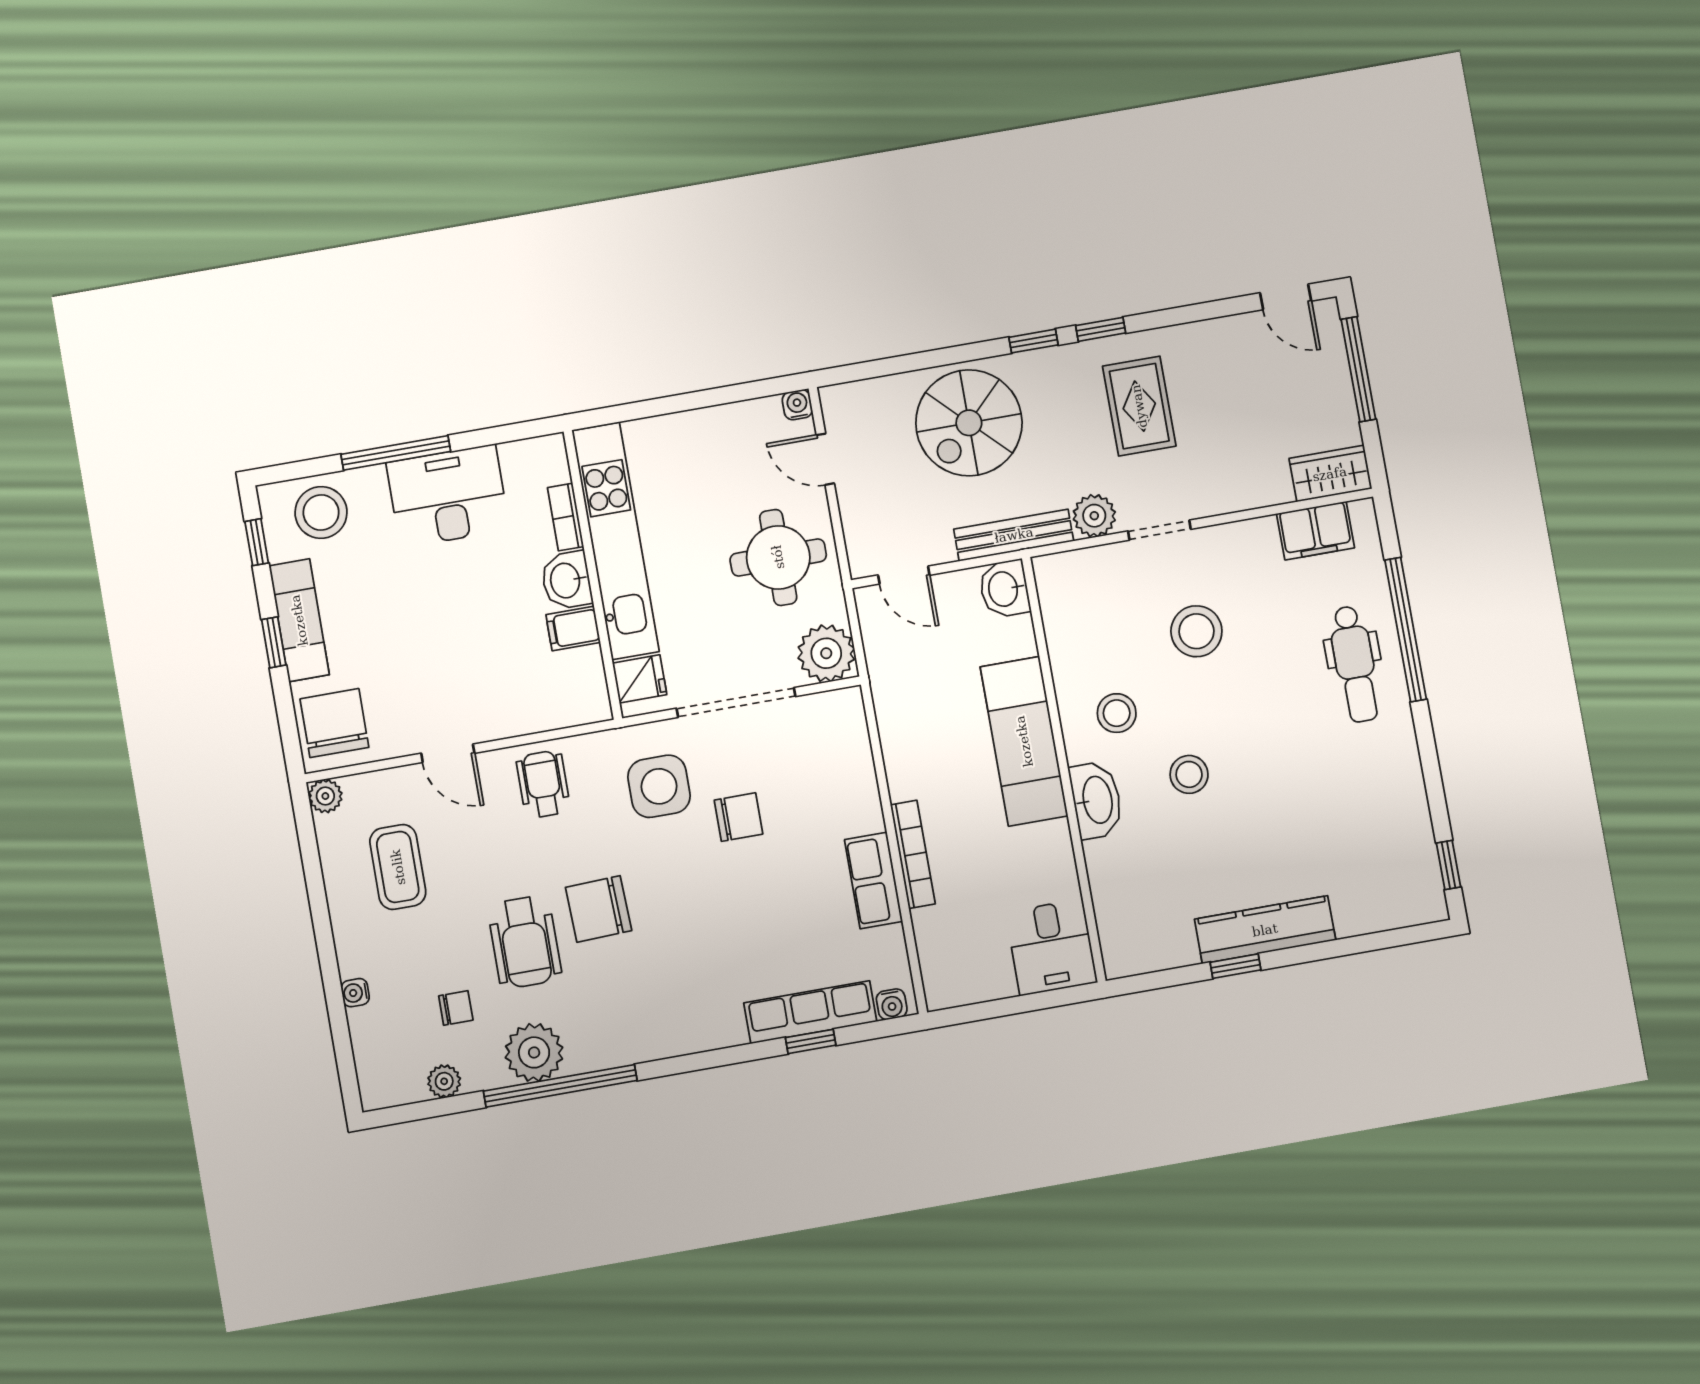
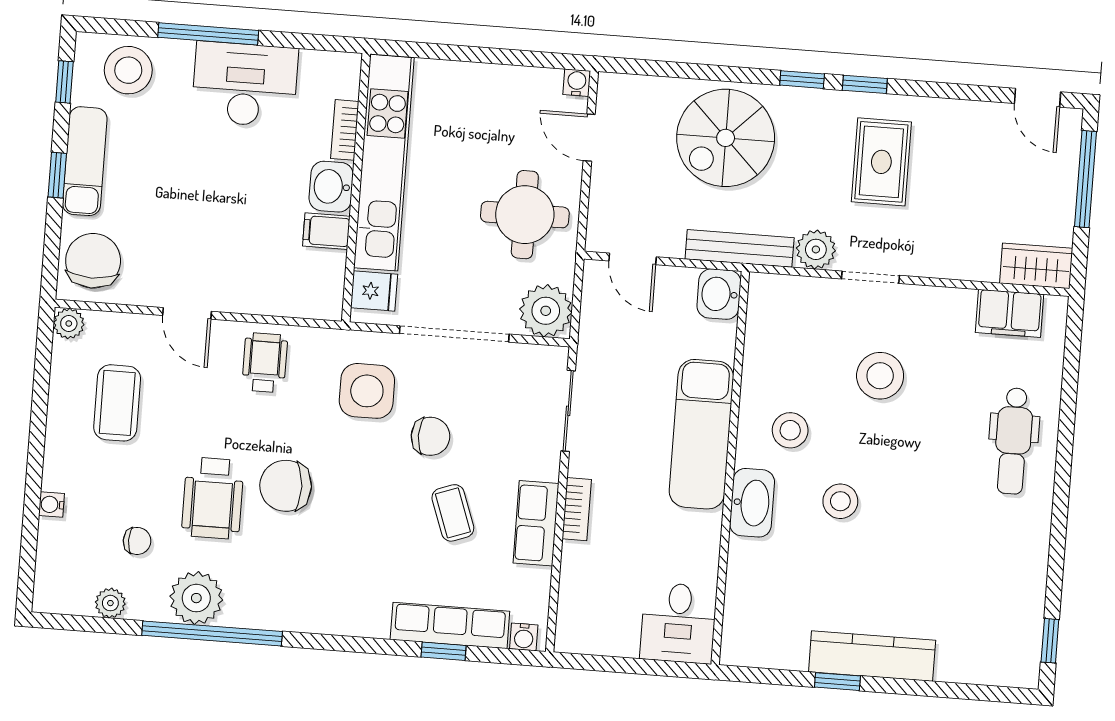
window: (1406, 630) -> (1067, 422), removed
sliding door: (877, 753) -> (568, 411), added
bookcase: (913, 854) -> (577, 509), width x0.64
coffee table: (783, 892) -> (453, 513), added

